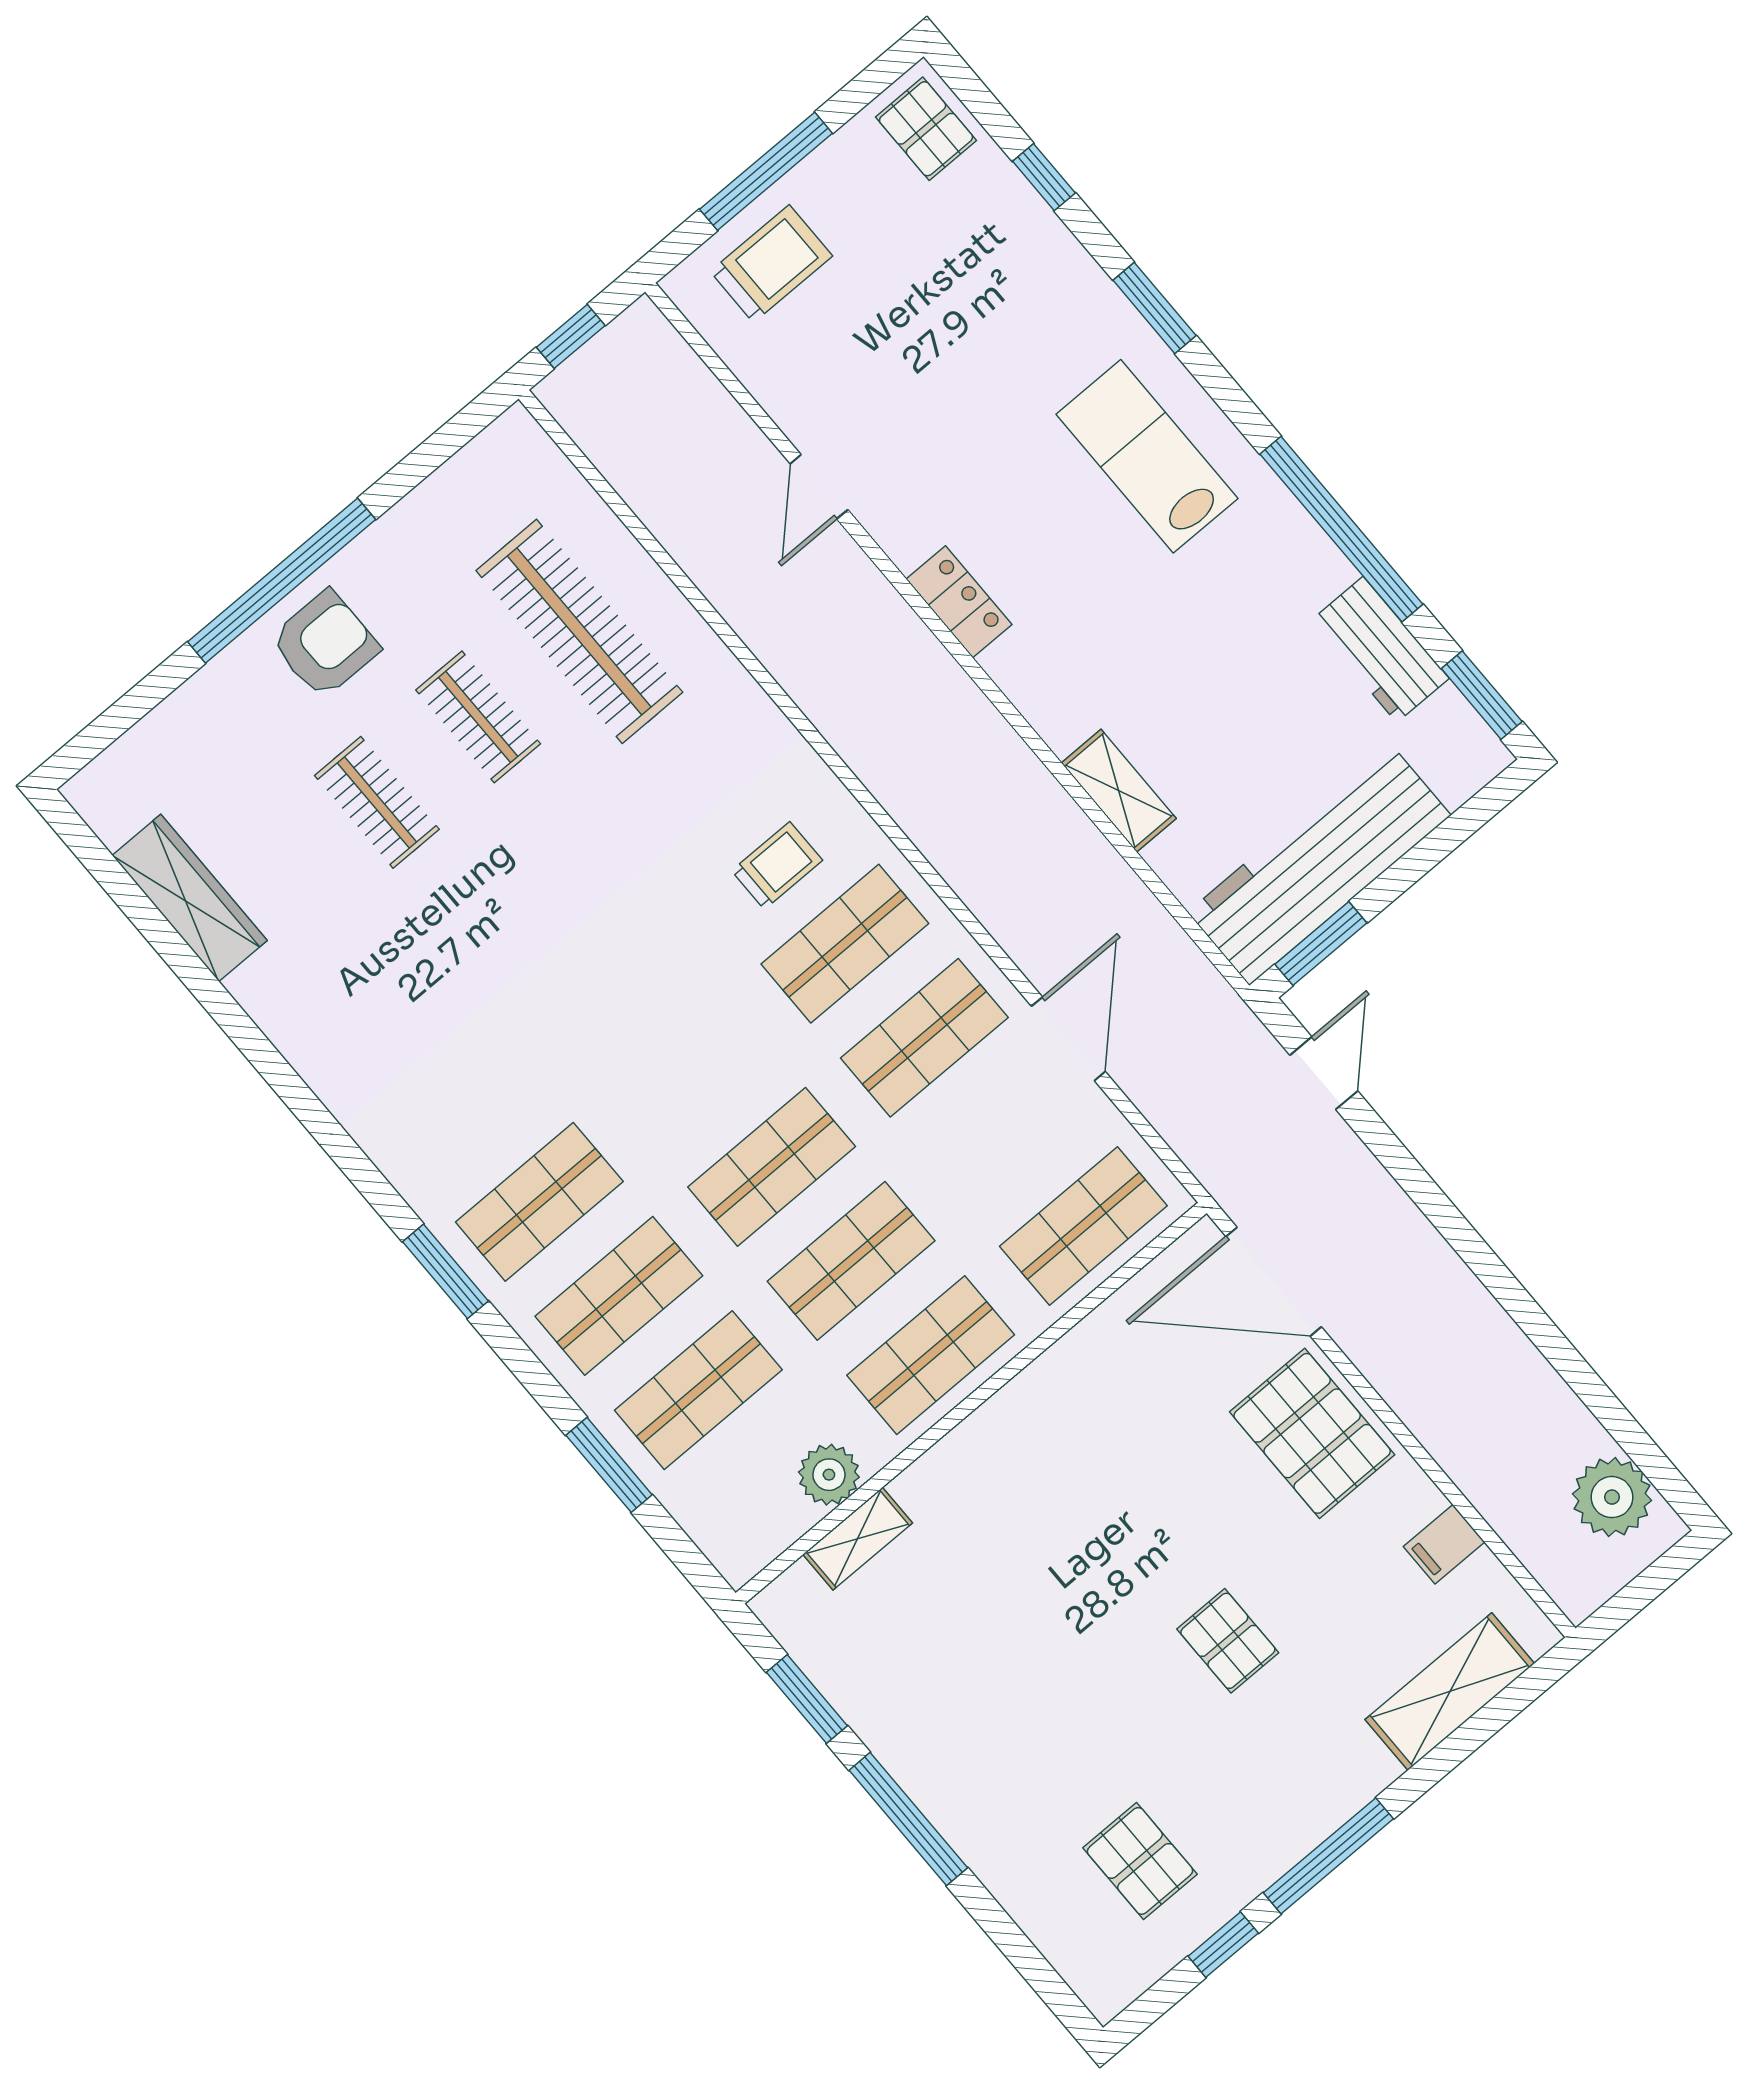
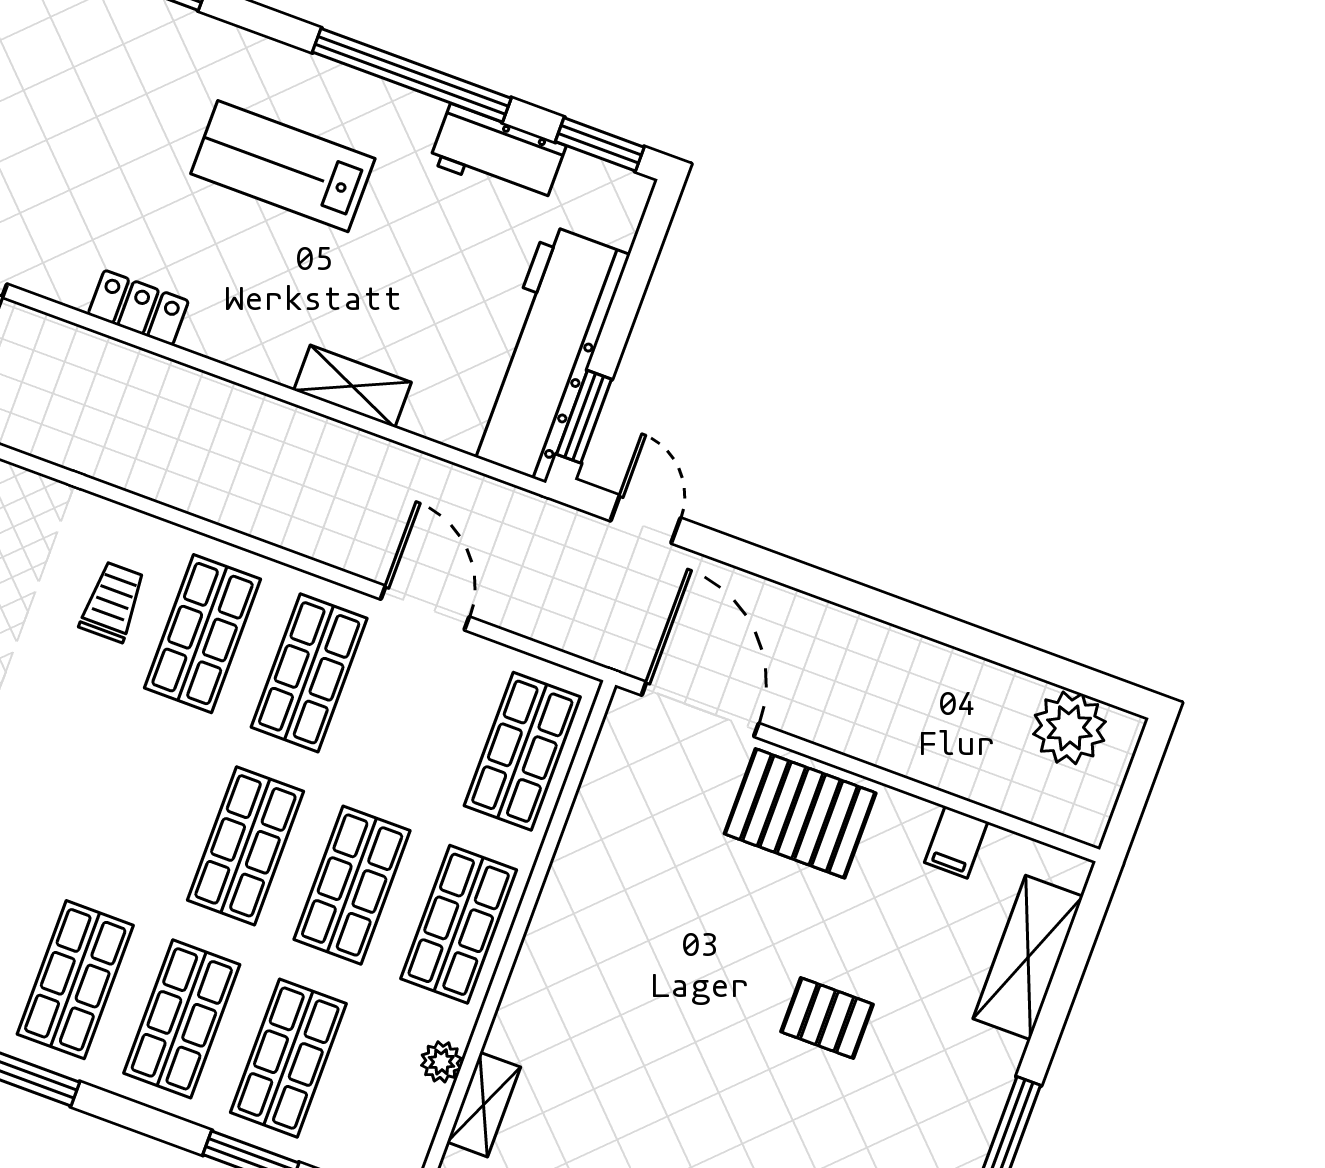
lab bench: (1147, 456) -> (283, 166), moved
door: (1274, 1282) -> (700, 709), swing flipped
plant: (829, 1475) -> (441, 1062), width x0.73, depth x0.73

